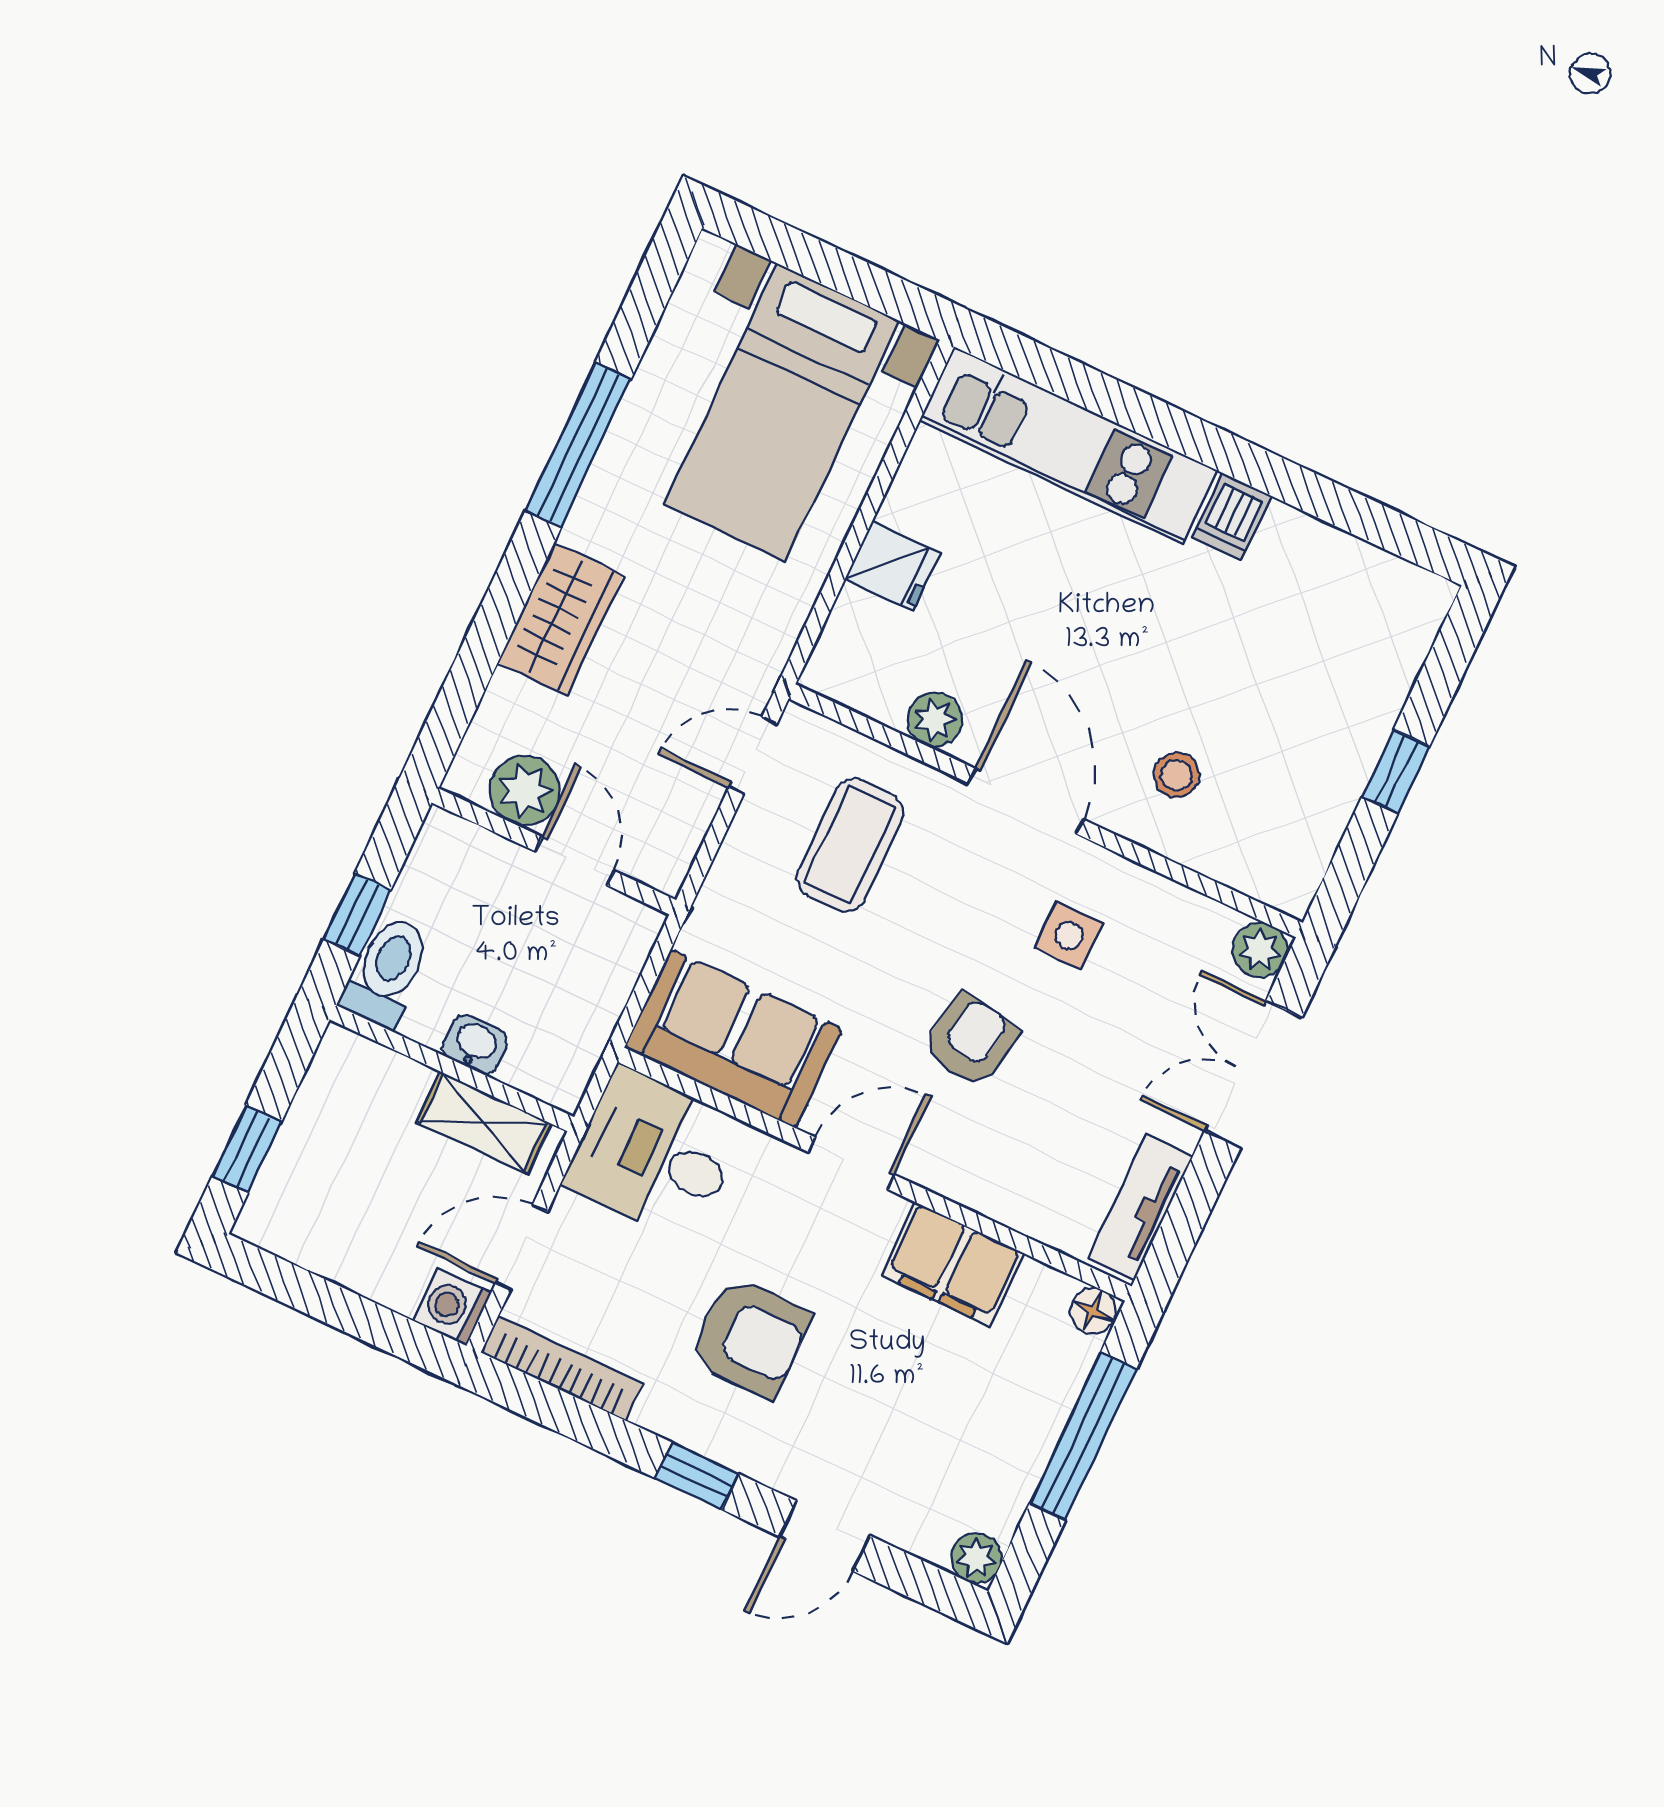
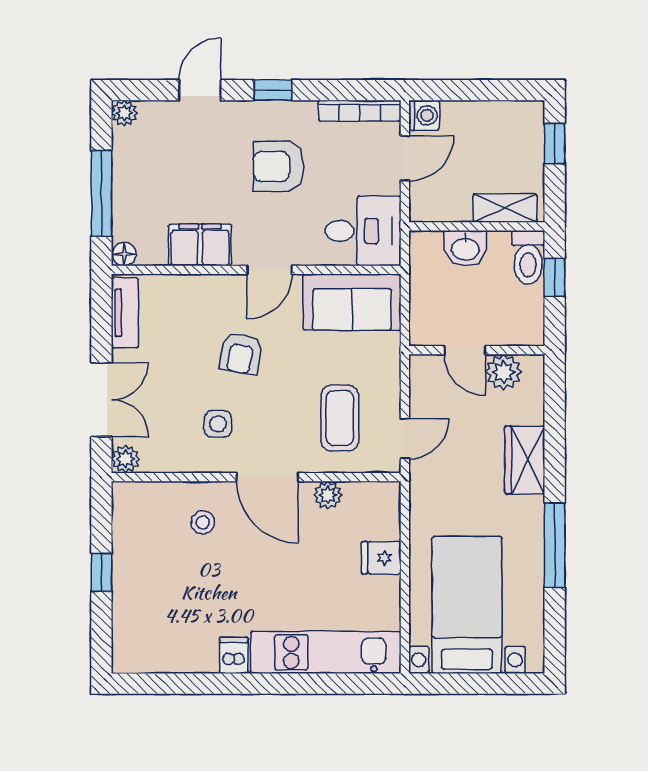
washbasin: (475, 1044) -> (465, 248), width x1.38, depth x1.45
shelving: (484, 1123) -> (505, 208), moved

